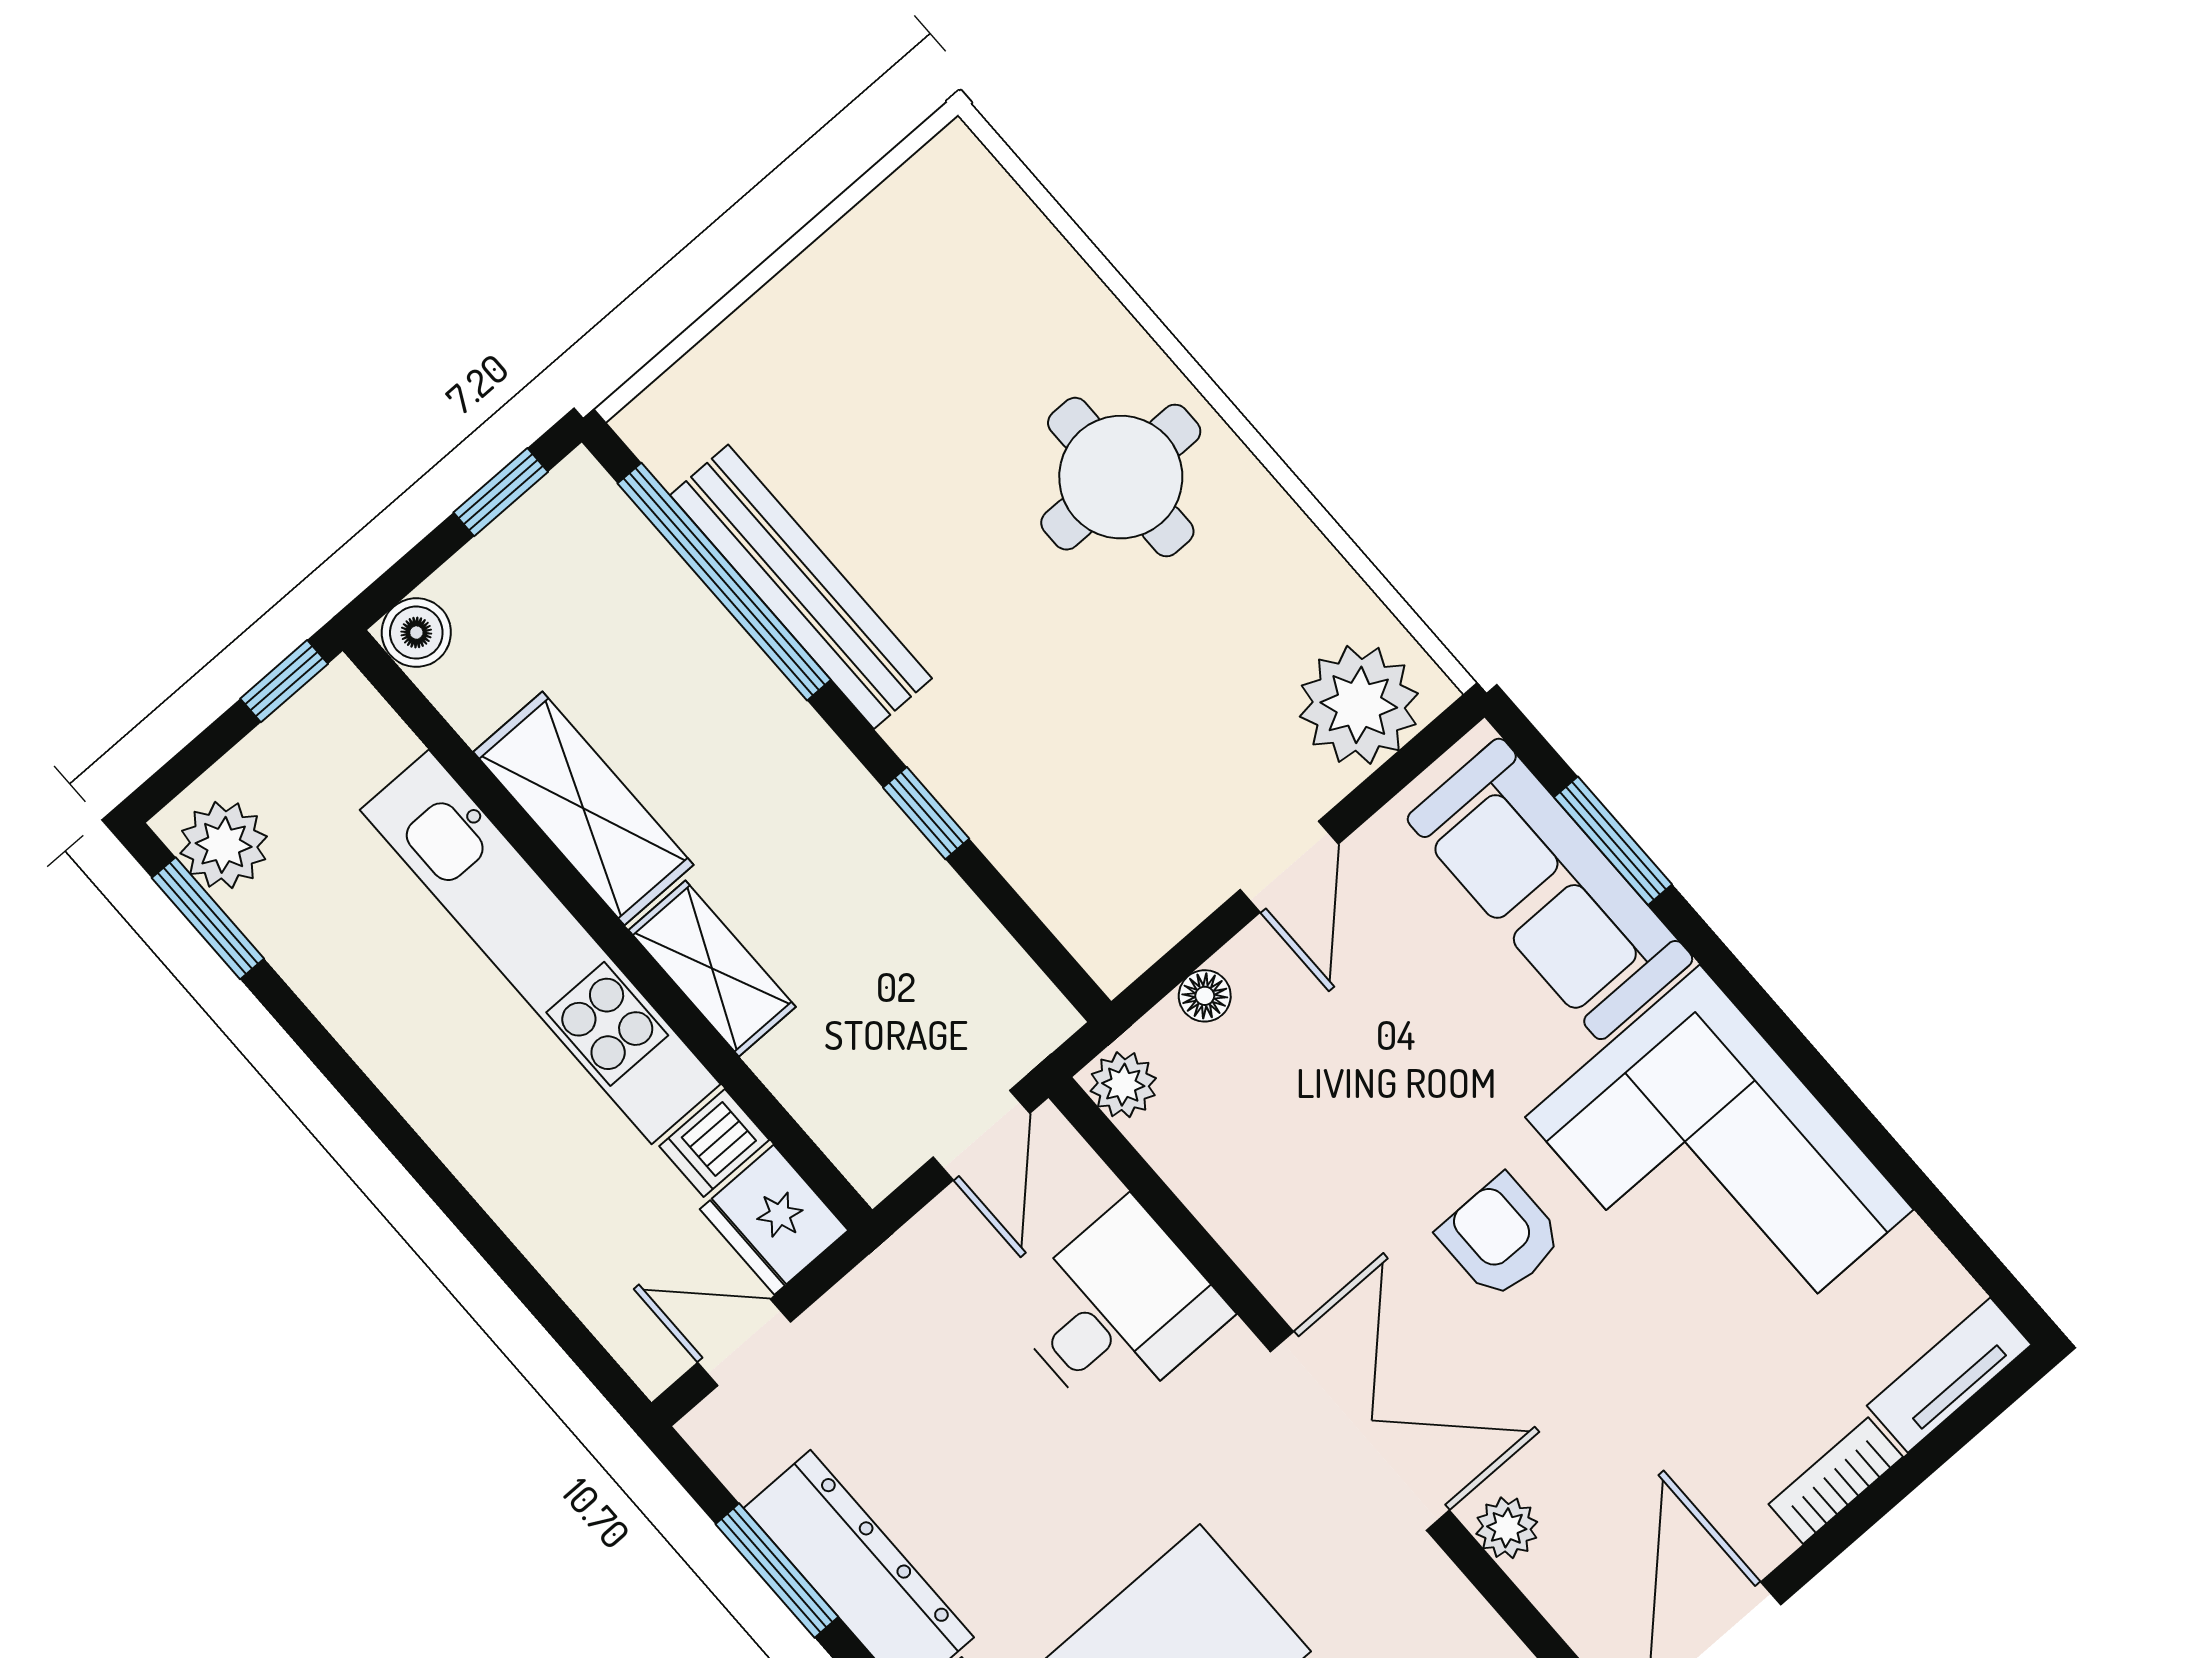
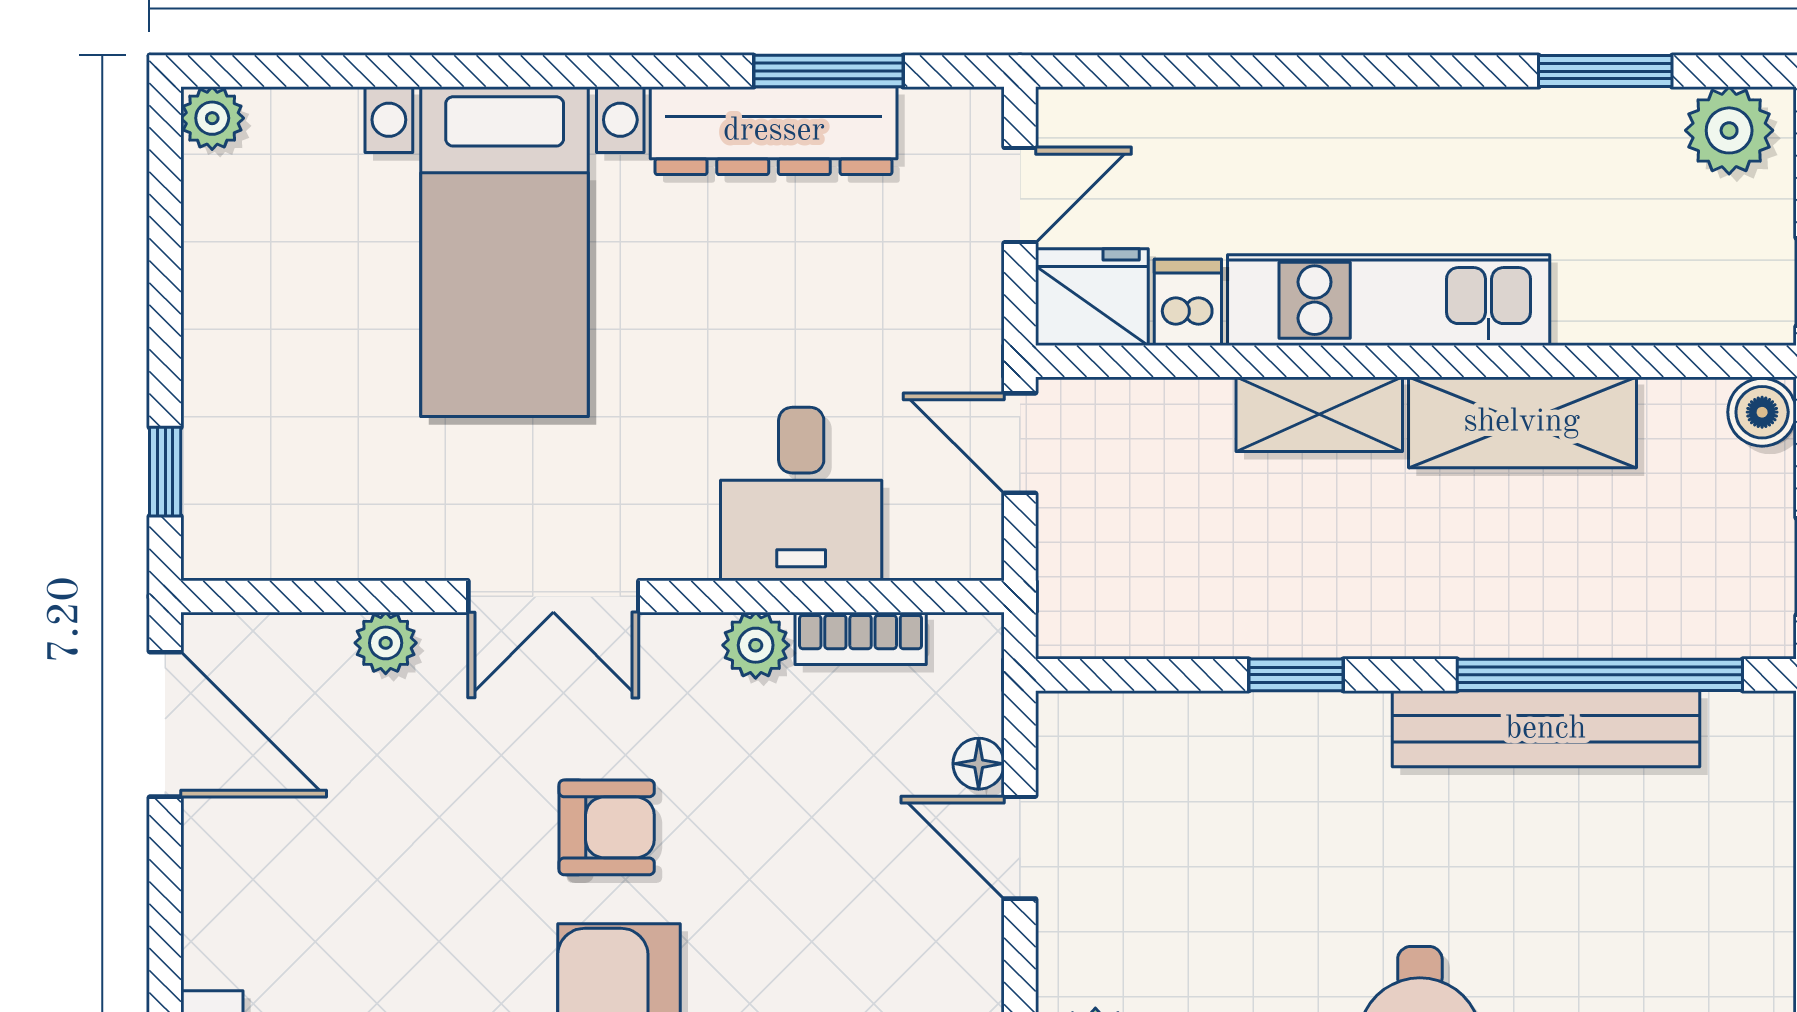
door: (1289, 867) -> (1020, 848), moved
window: (208, 918) -> (1605, 71), moved
kitchen unit: (540, 947) -> (1389, 300), width x0.73
plant: (1123, 1085) -> (756, 645), moved
door: (982, 1135) -> (1020, 443), moved
double door: (1360, 1431) -> (553, 596), width x0.73
bookcase: (1836, 1481) -> (861, 638), moved, turned 90

